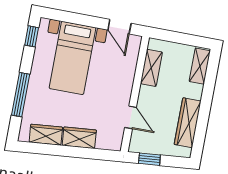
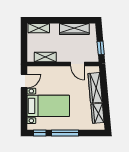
window: (21, 95) -> (65, 133), moved
door: (131, 117) -> (77, 64), swing flipped
wardrobe: (79, 138) -> (95, 88), width x1.50

